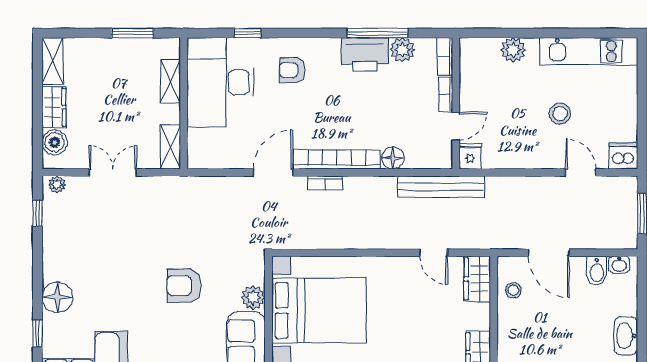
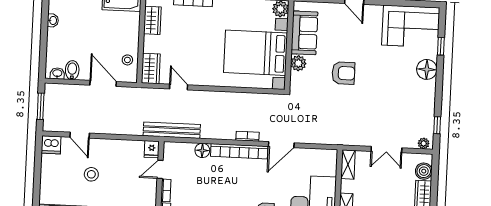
washbasin: (626, 336) -> (53, 20), width x0.52, depth x0.69

